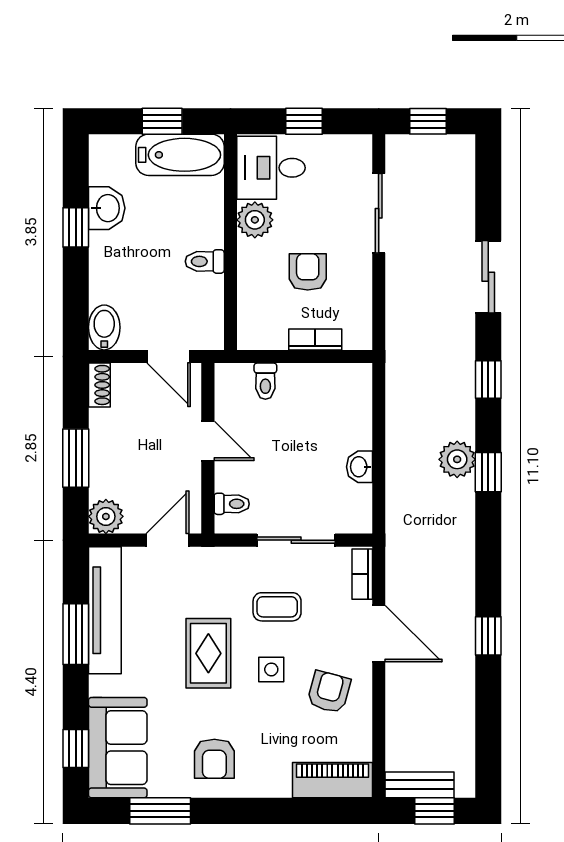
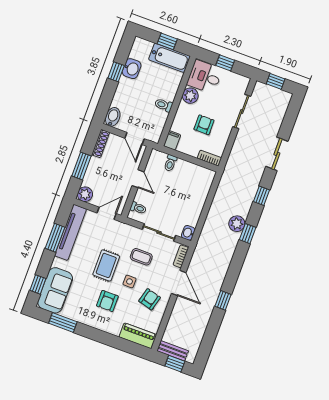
filing cabinet: (251, 331) -> (172, 140), added
bookcase: (315, 339) -> (209, 158), moved
shoe rack: (99, 385) -> (101, 144), width x1.43
washbasin: (359, 467) -> (188, 233), moved
armchair: (214, 759) -> (107, 301), moved

